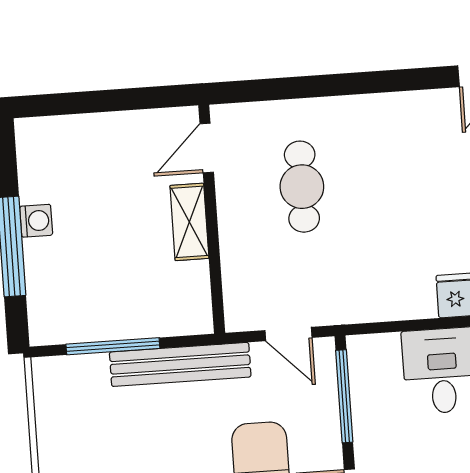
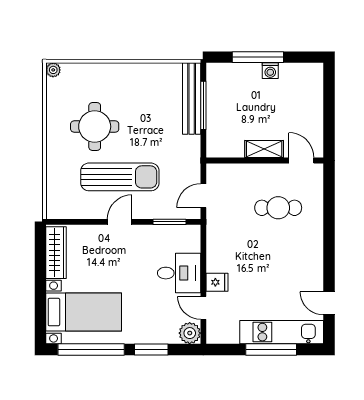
bench: (180, 364) -> (192, 99), moved
window: (344, 396) -> (170, 222), width x0.69

